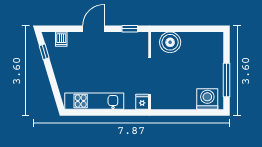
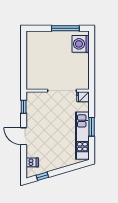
boiler: (170, 42) -> (35, 74), removed
window: (105, 112) -> (92, 127), added

